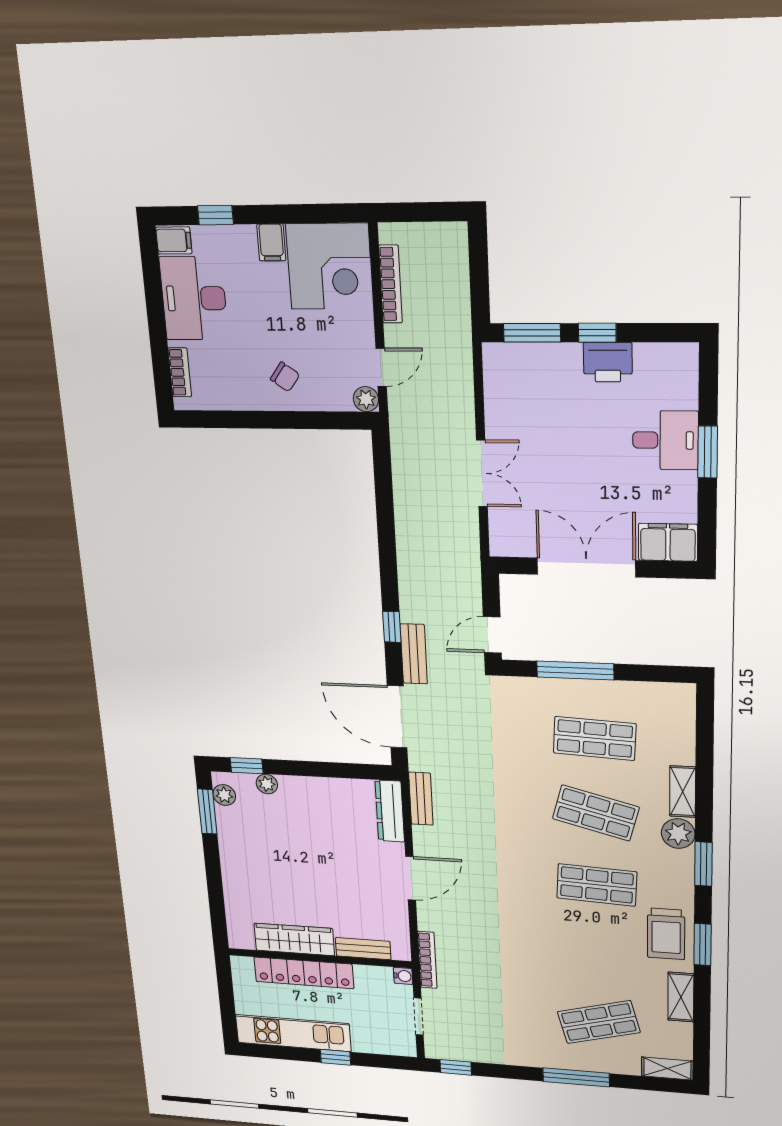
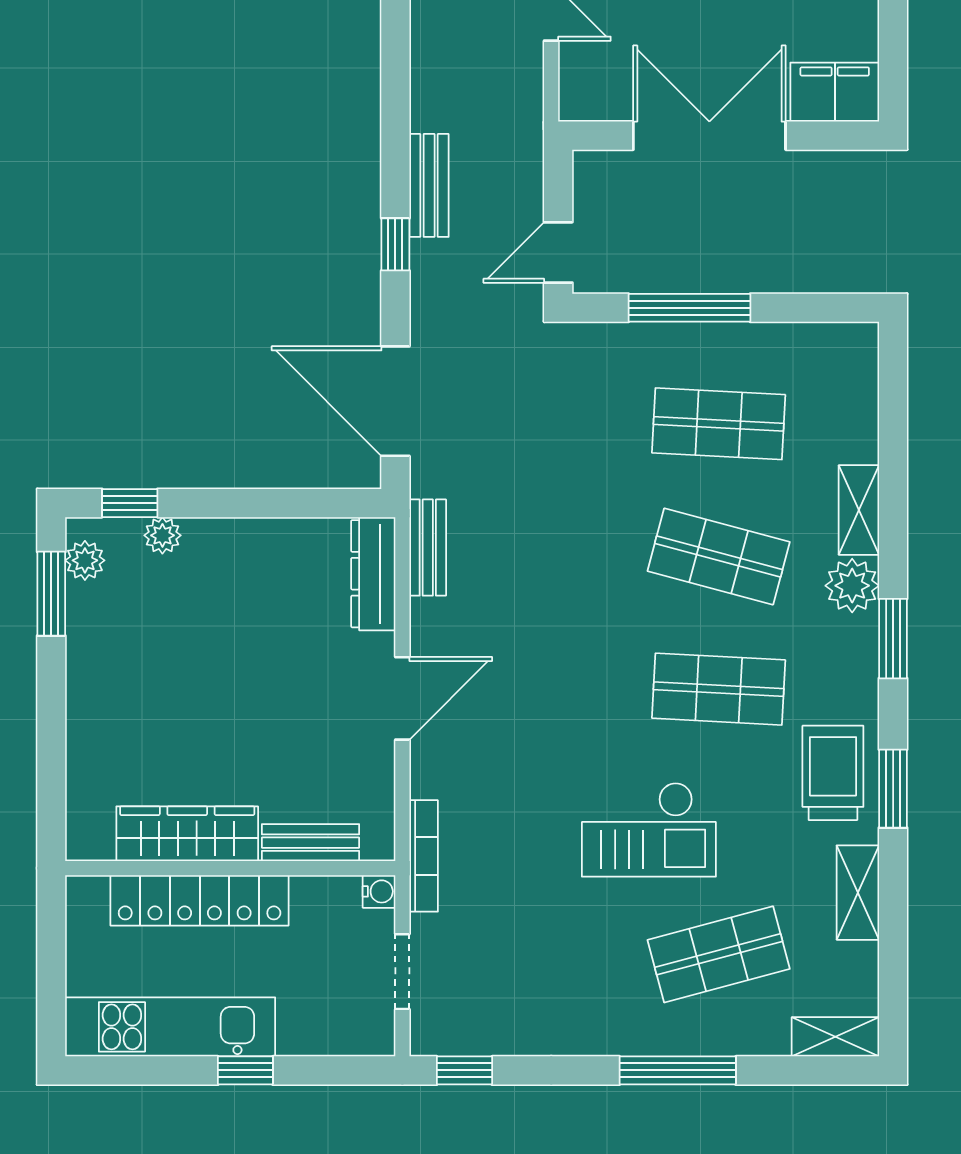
bench: (414, 654) -> (429, 185), moved
trolley: (666, 934) -> (833, 773), turned 180
checkout: (557, 956) -> (649, 830), added

